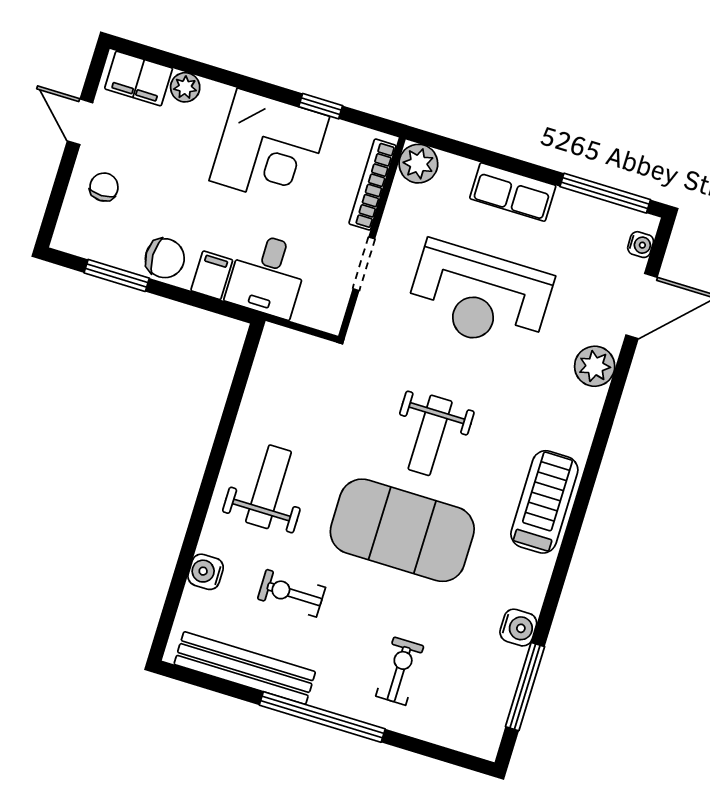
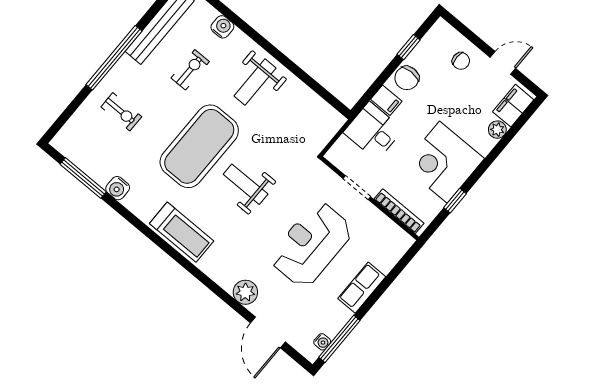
plant: (418, 164) -> (400, 242), removed
water cooler: (641, 245) -> (322, 342), moved, turned -90
window: (117, 275) -> (409, 47), width x0.67
weight bench: (269, 487) -> (255, 82), turned 90

